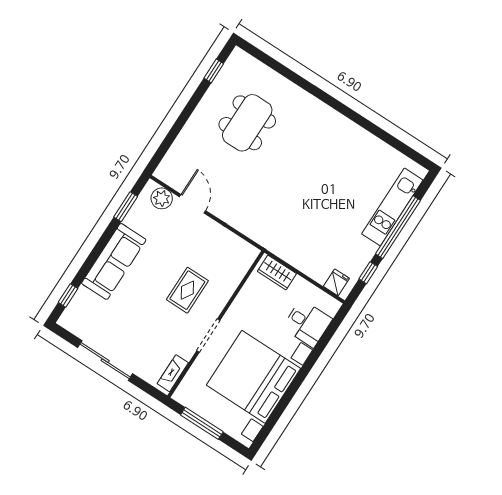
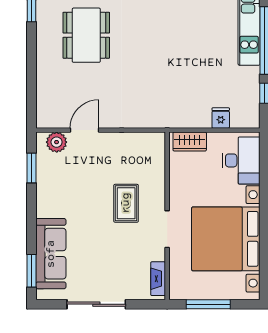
door: (193, 204) -> (84, 130), hinge flipped
sofa: (114, 261) -> (51, 254), moved
fridge: (336, 282) -> (221, 118), moved
window: (68, 295) -> (32, 271), width x1.50
desk: (307, 323) -> (241, 160), width x1.37

